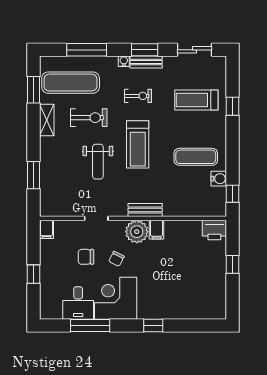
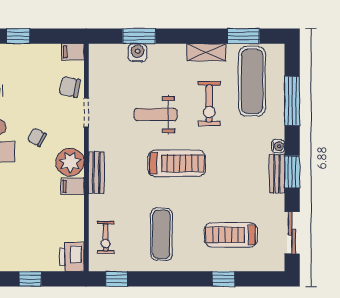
exercise bike: (138, 96) -> (106, 237), moved
treadmill: (196, 100) -> (231, 235), turned -90
treadmill: (138, 144) -> (177, 163), turned 180
water cooler: (219, 179) -> (137, 53), moved, turned 180
chair: (86, 257) -> (70, 87), moved, turned -79

